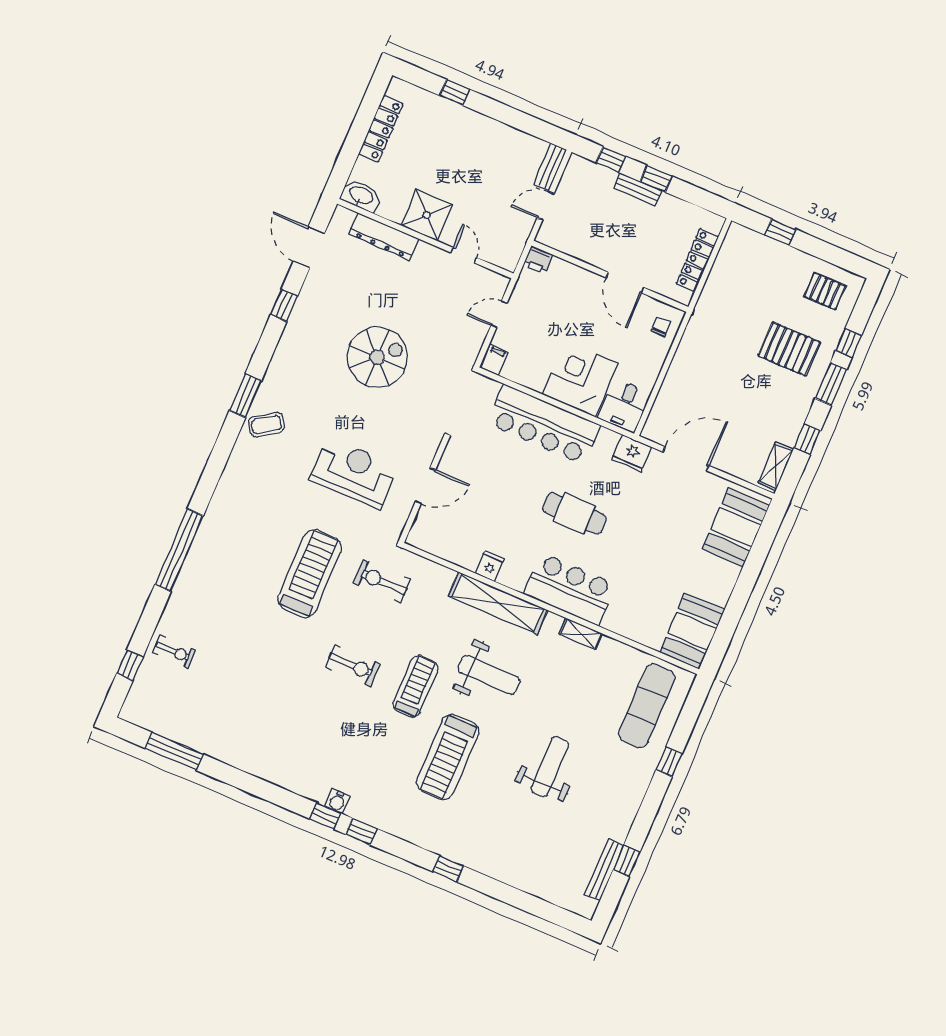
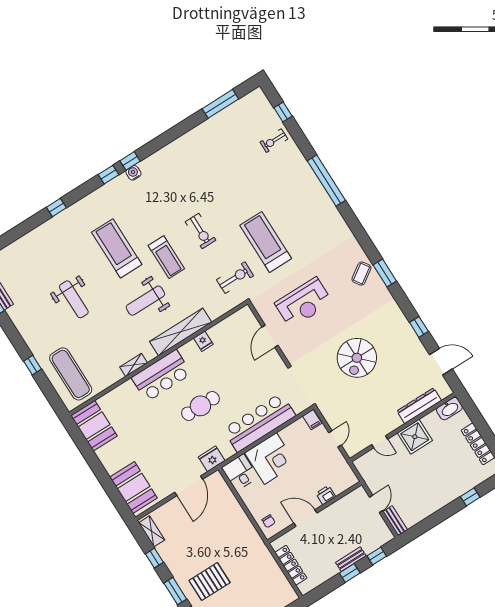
printer: (538, 260) -> (326, 495), moved
treadmill: (310, 574) -> (266, 242), turned 180
exercise bike: (353, 666) -> (200, 231), turned -90

